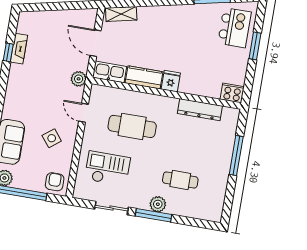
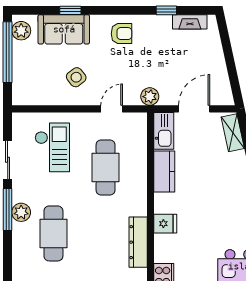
fireplace: (19, 49) -> (190, 22), moved
fridge: (171, 81) -> (165, 224), moved
cafe table: (180, 180) -> (53, 233), width x1.37, depth x1.35
armchair: (55, 182) -> (122, 34), moved

